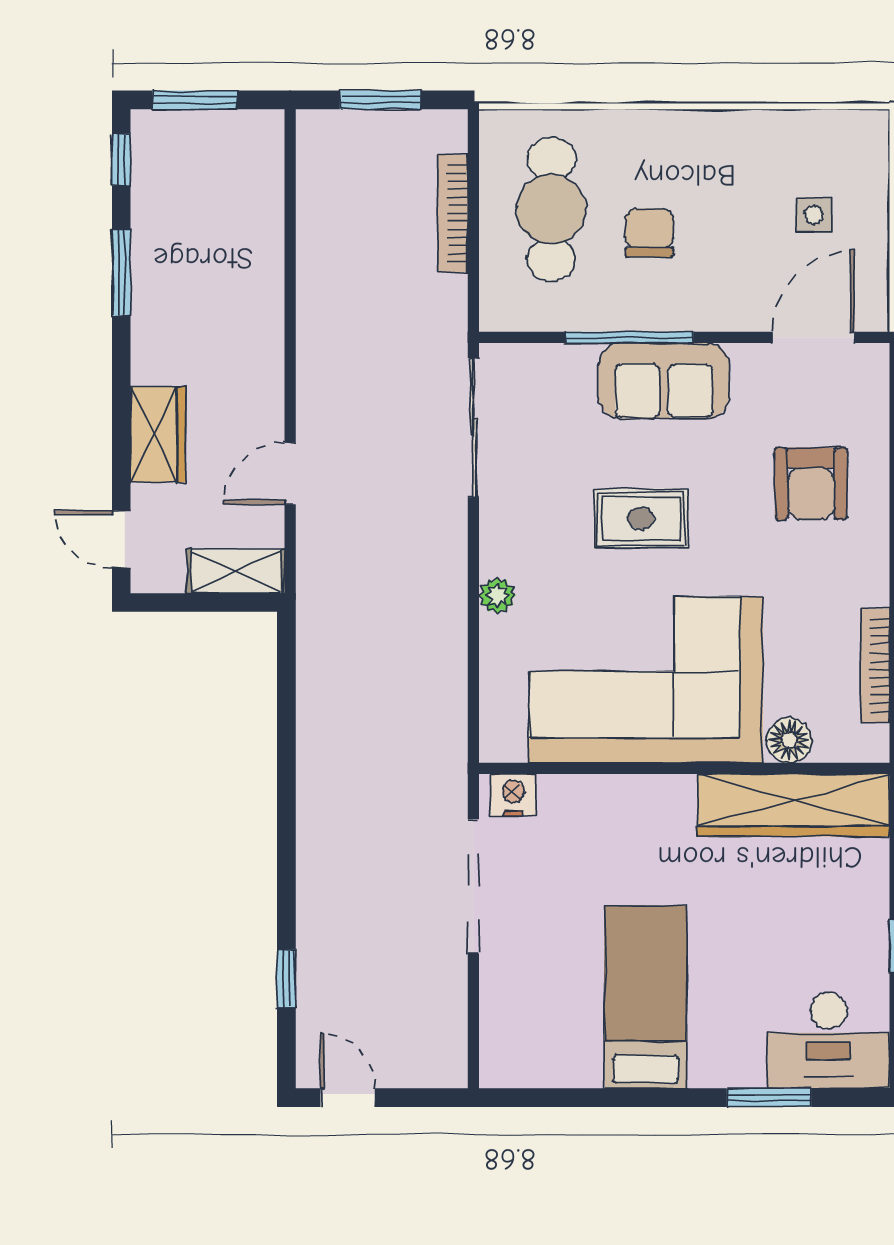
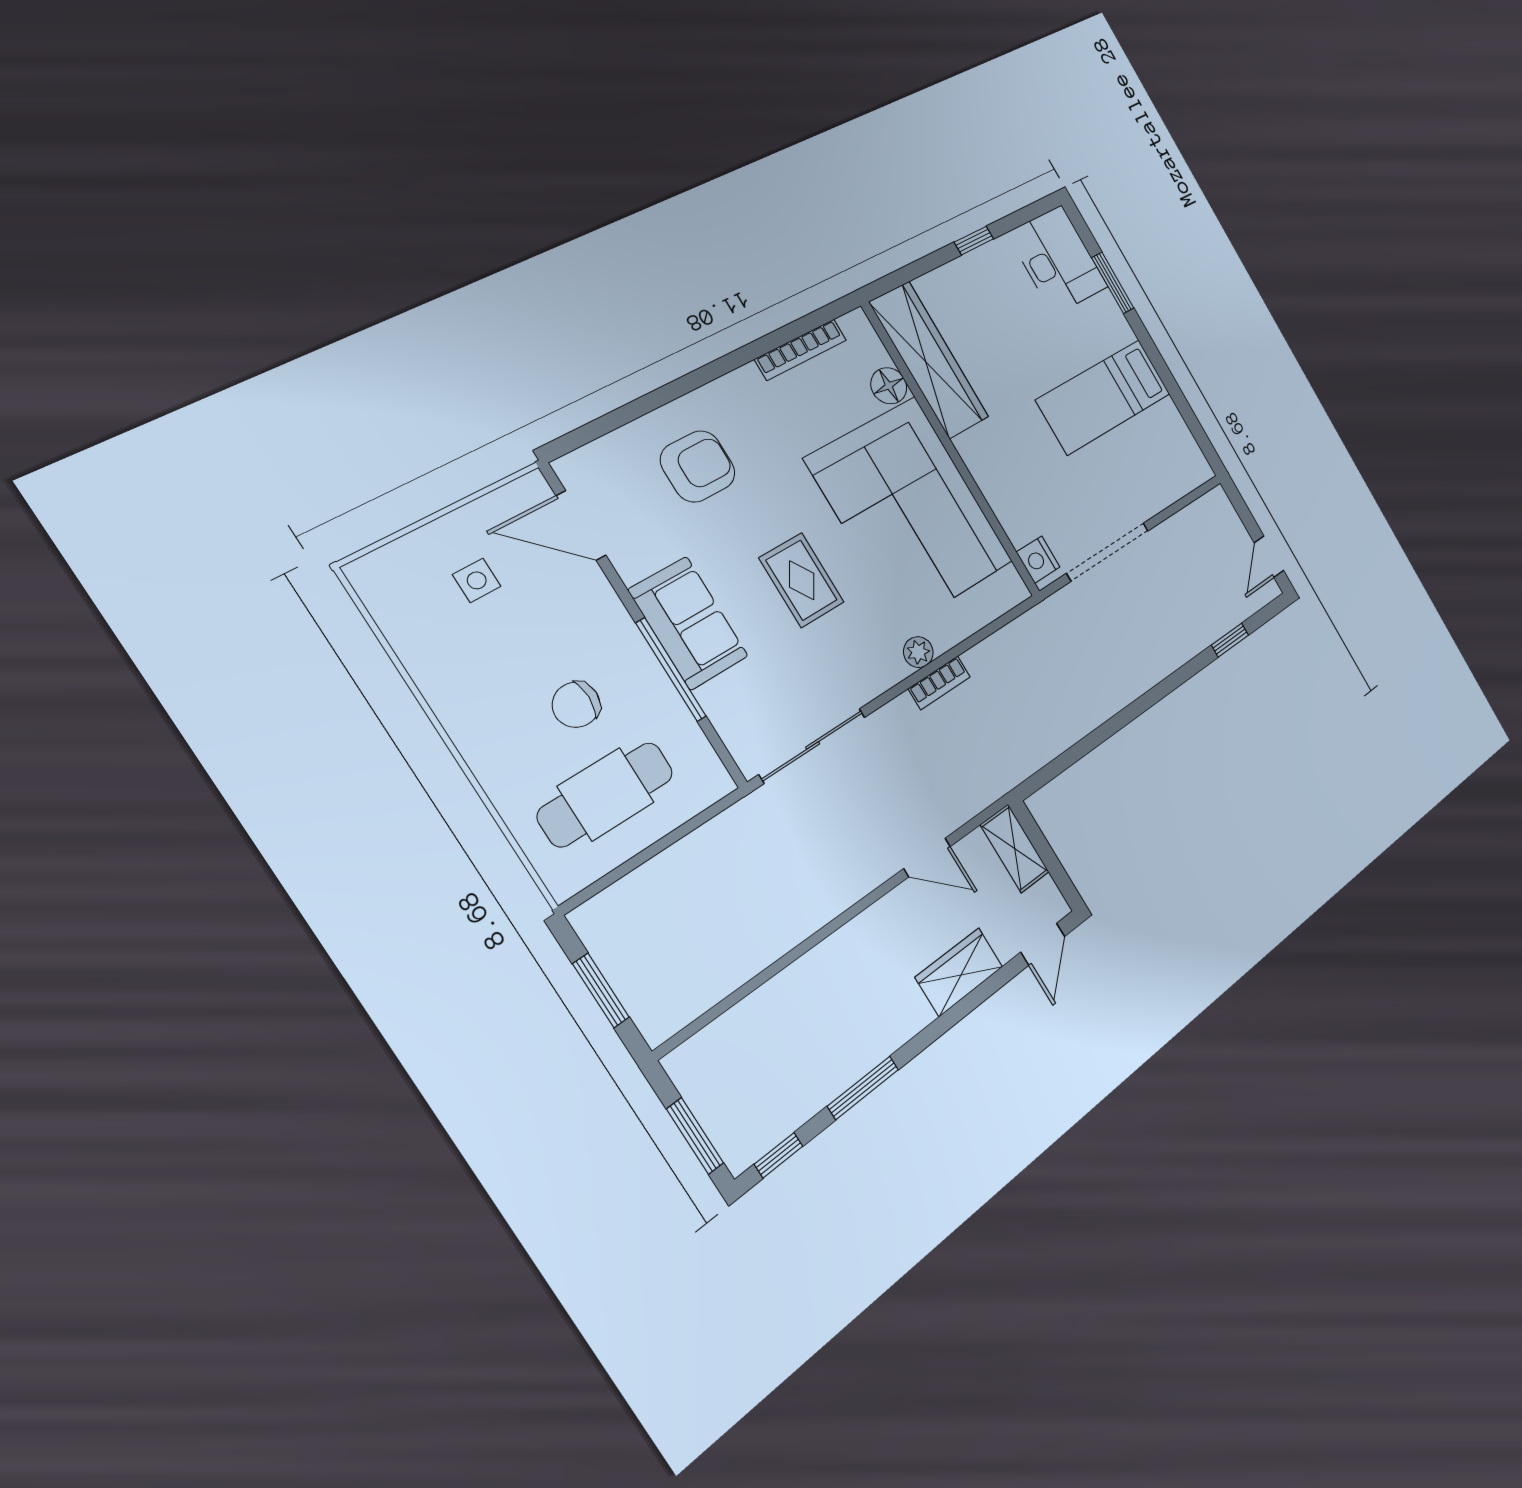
bookcase: (453, 213) -> (939, 683), moved, width x0.64

